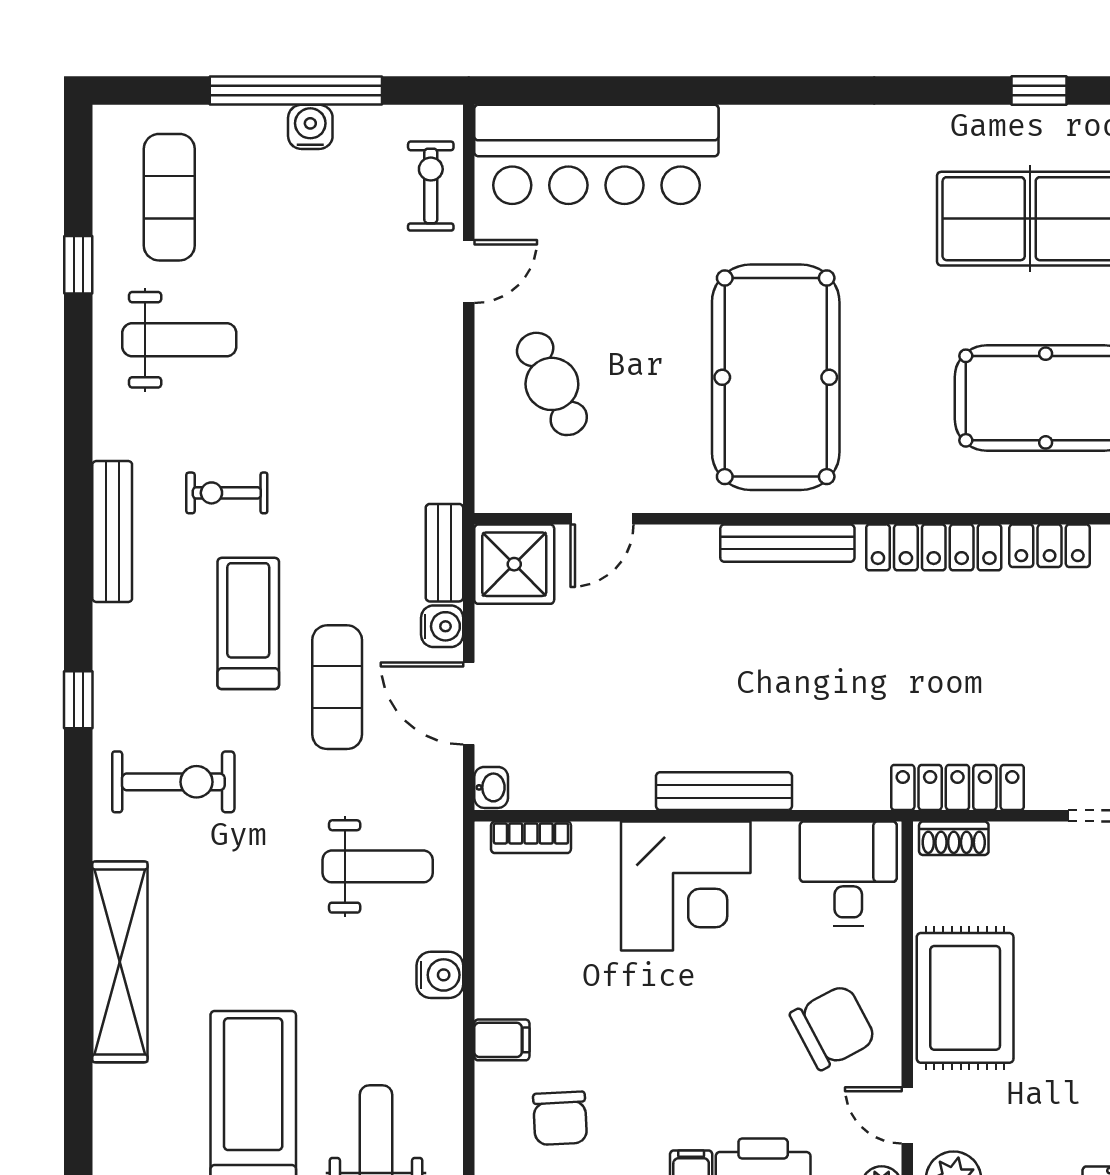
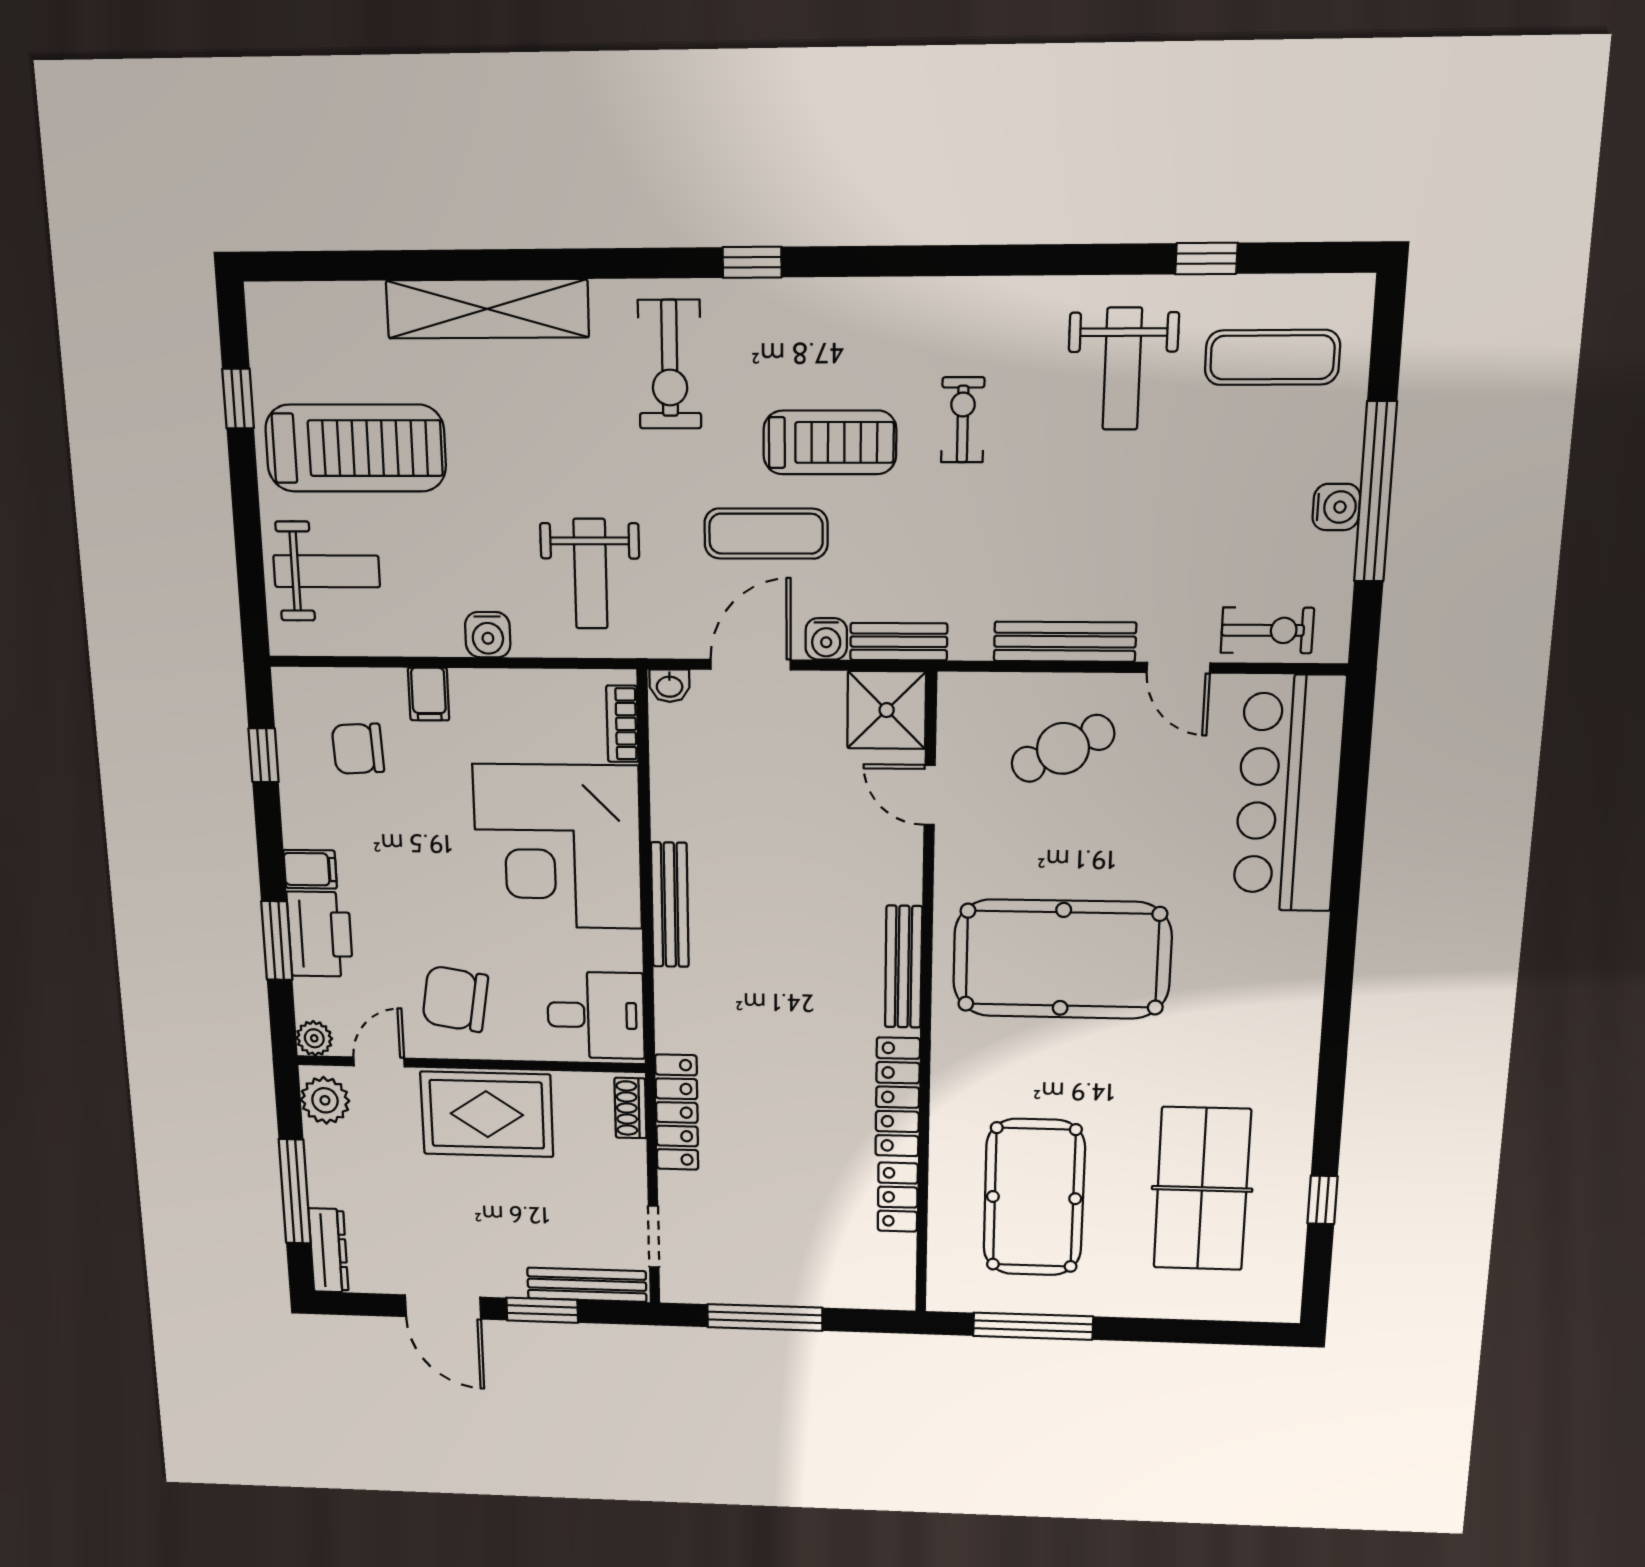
bench: (112, 531) -> (1065, 642), moved
corner desk: (686, 886) -> (558, 847), width x1.36, depth x1.36
chair: (833, 1027) -> (455, 999), turned 127

